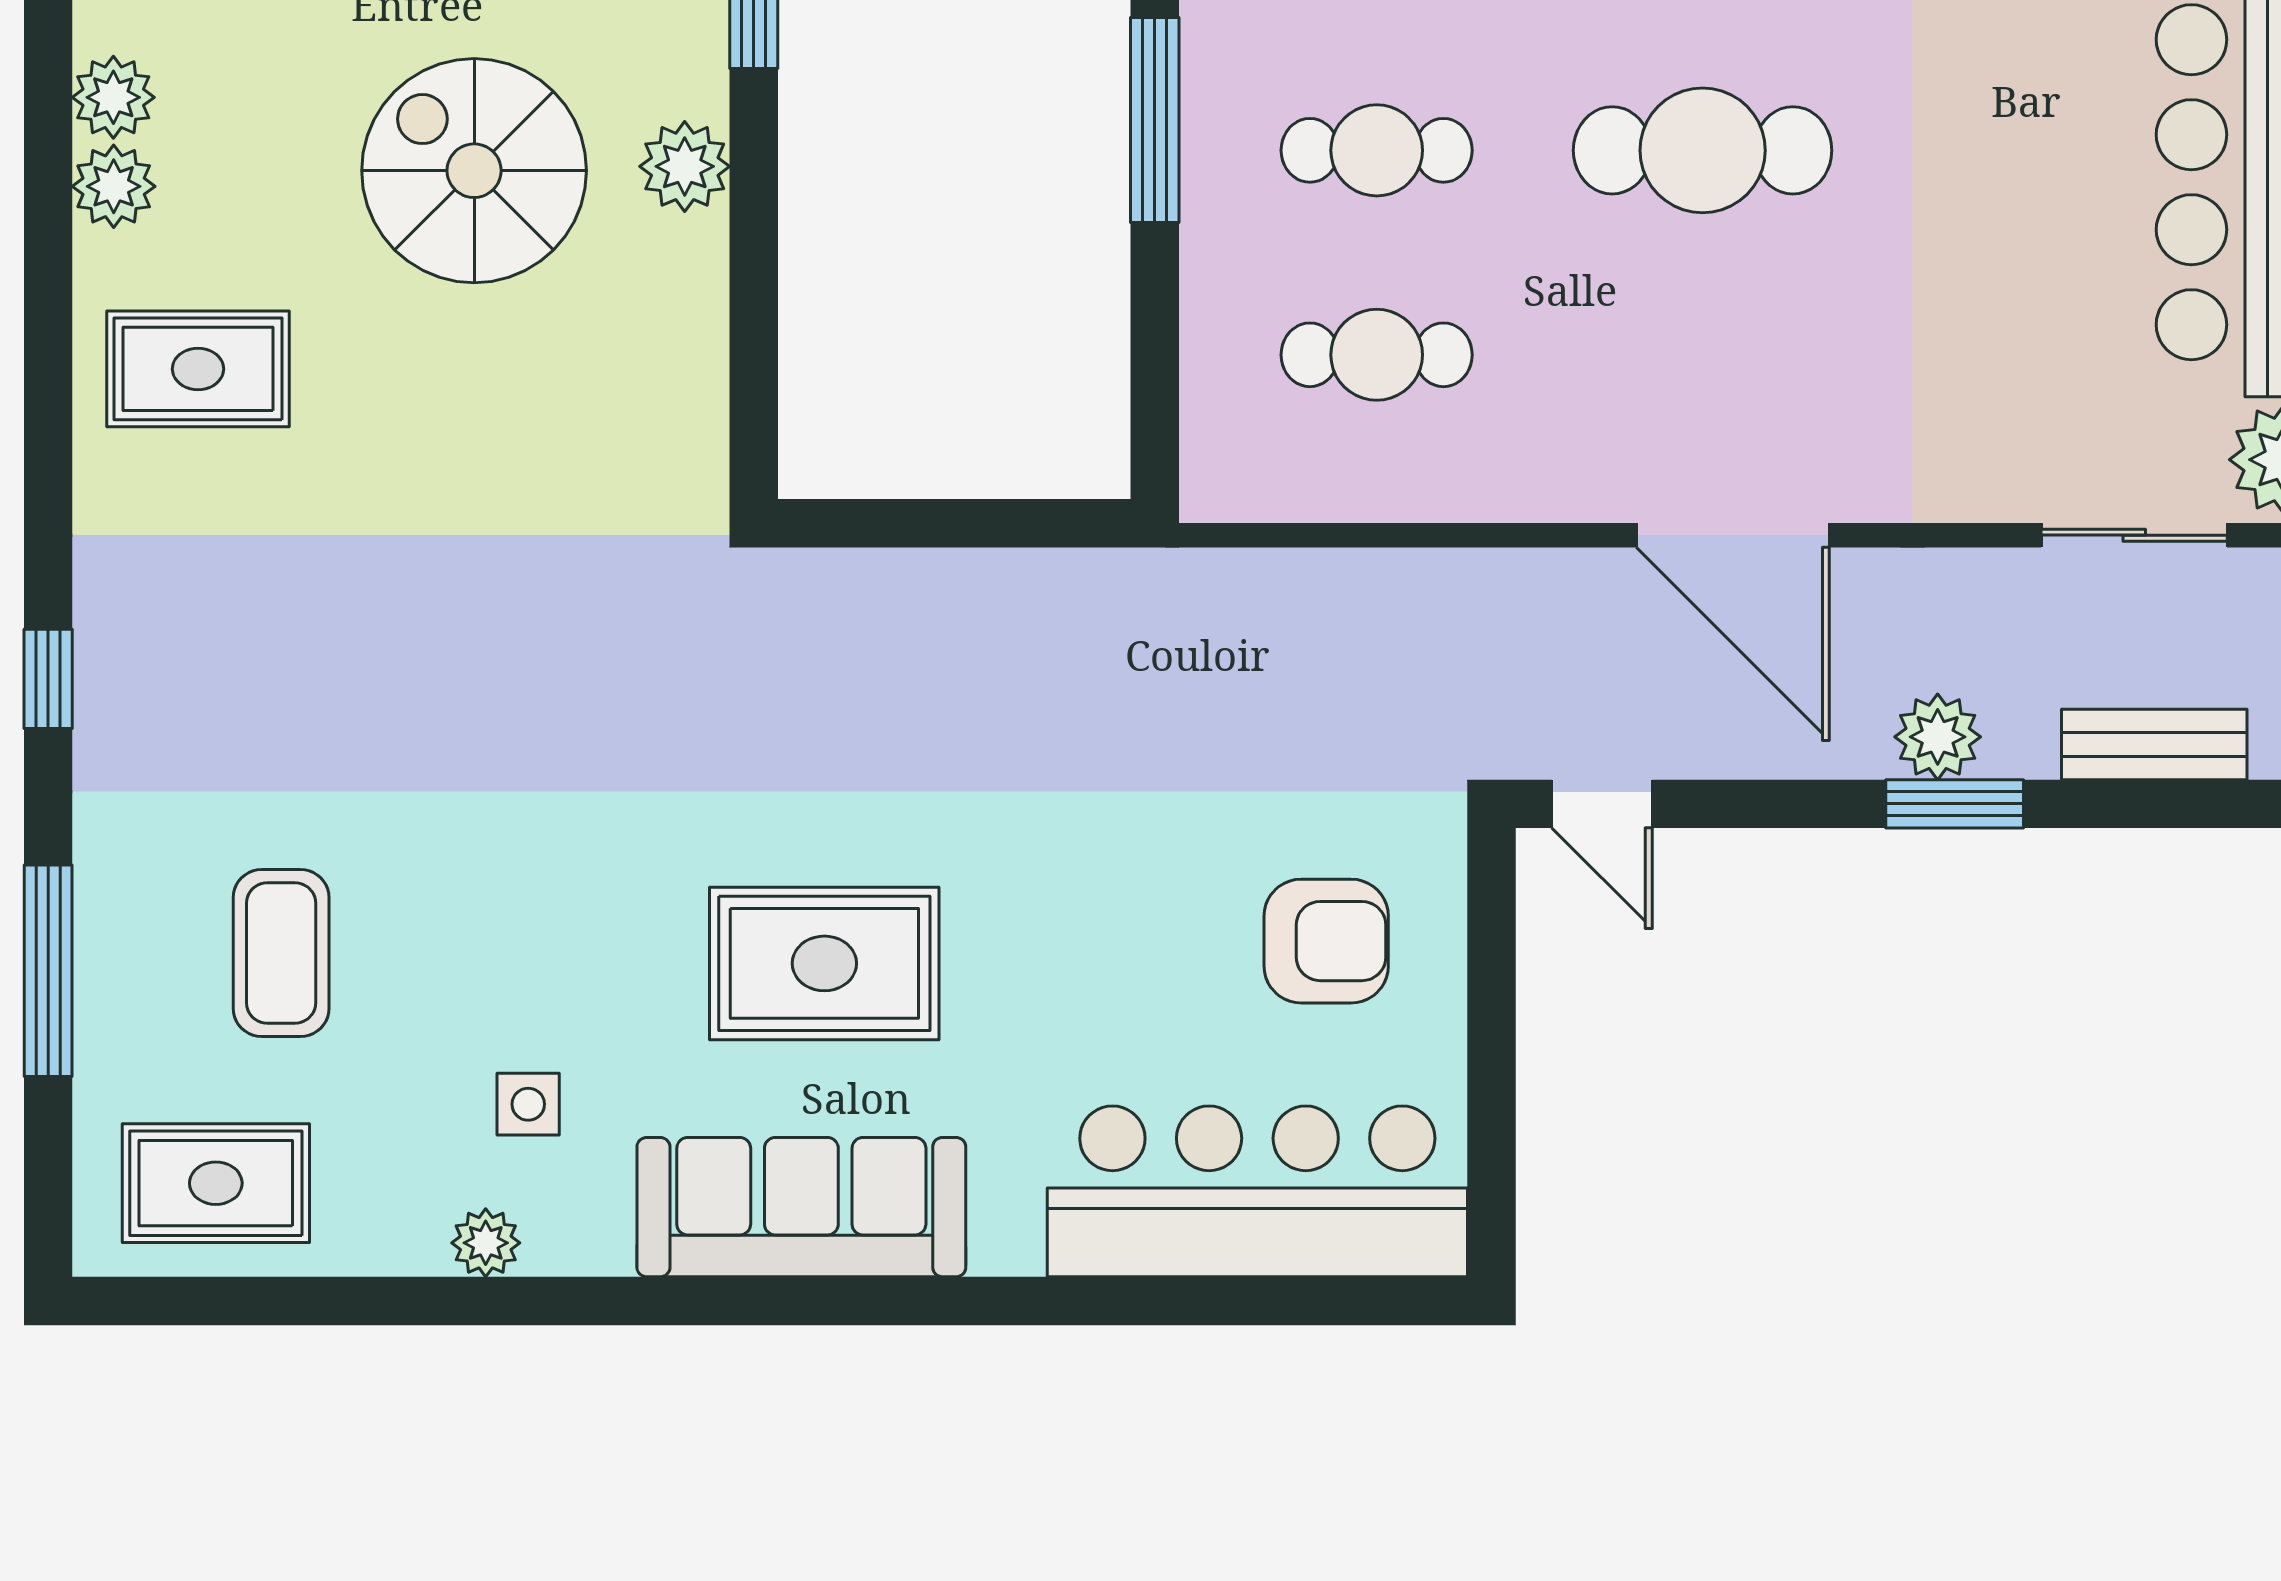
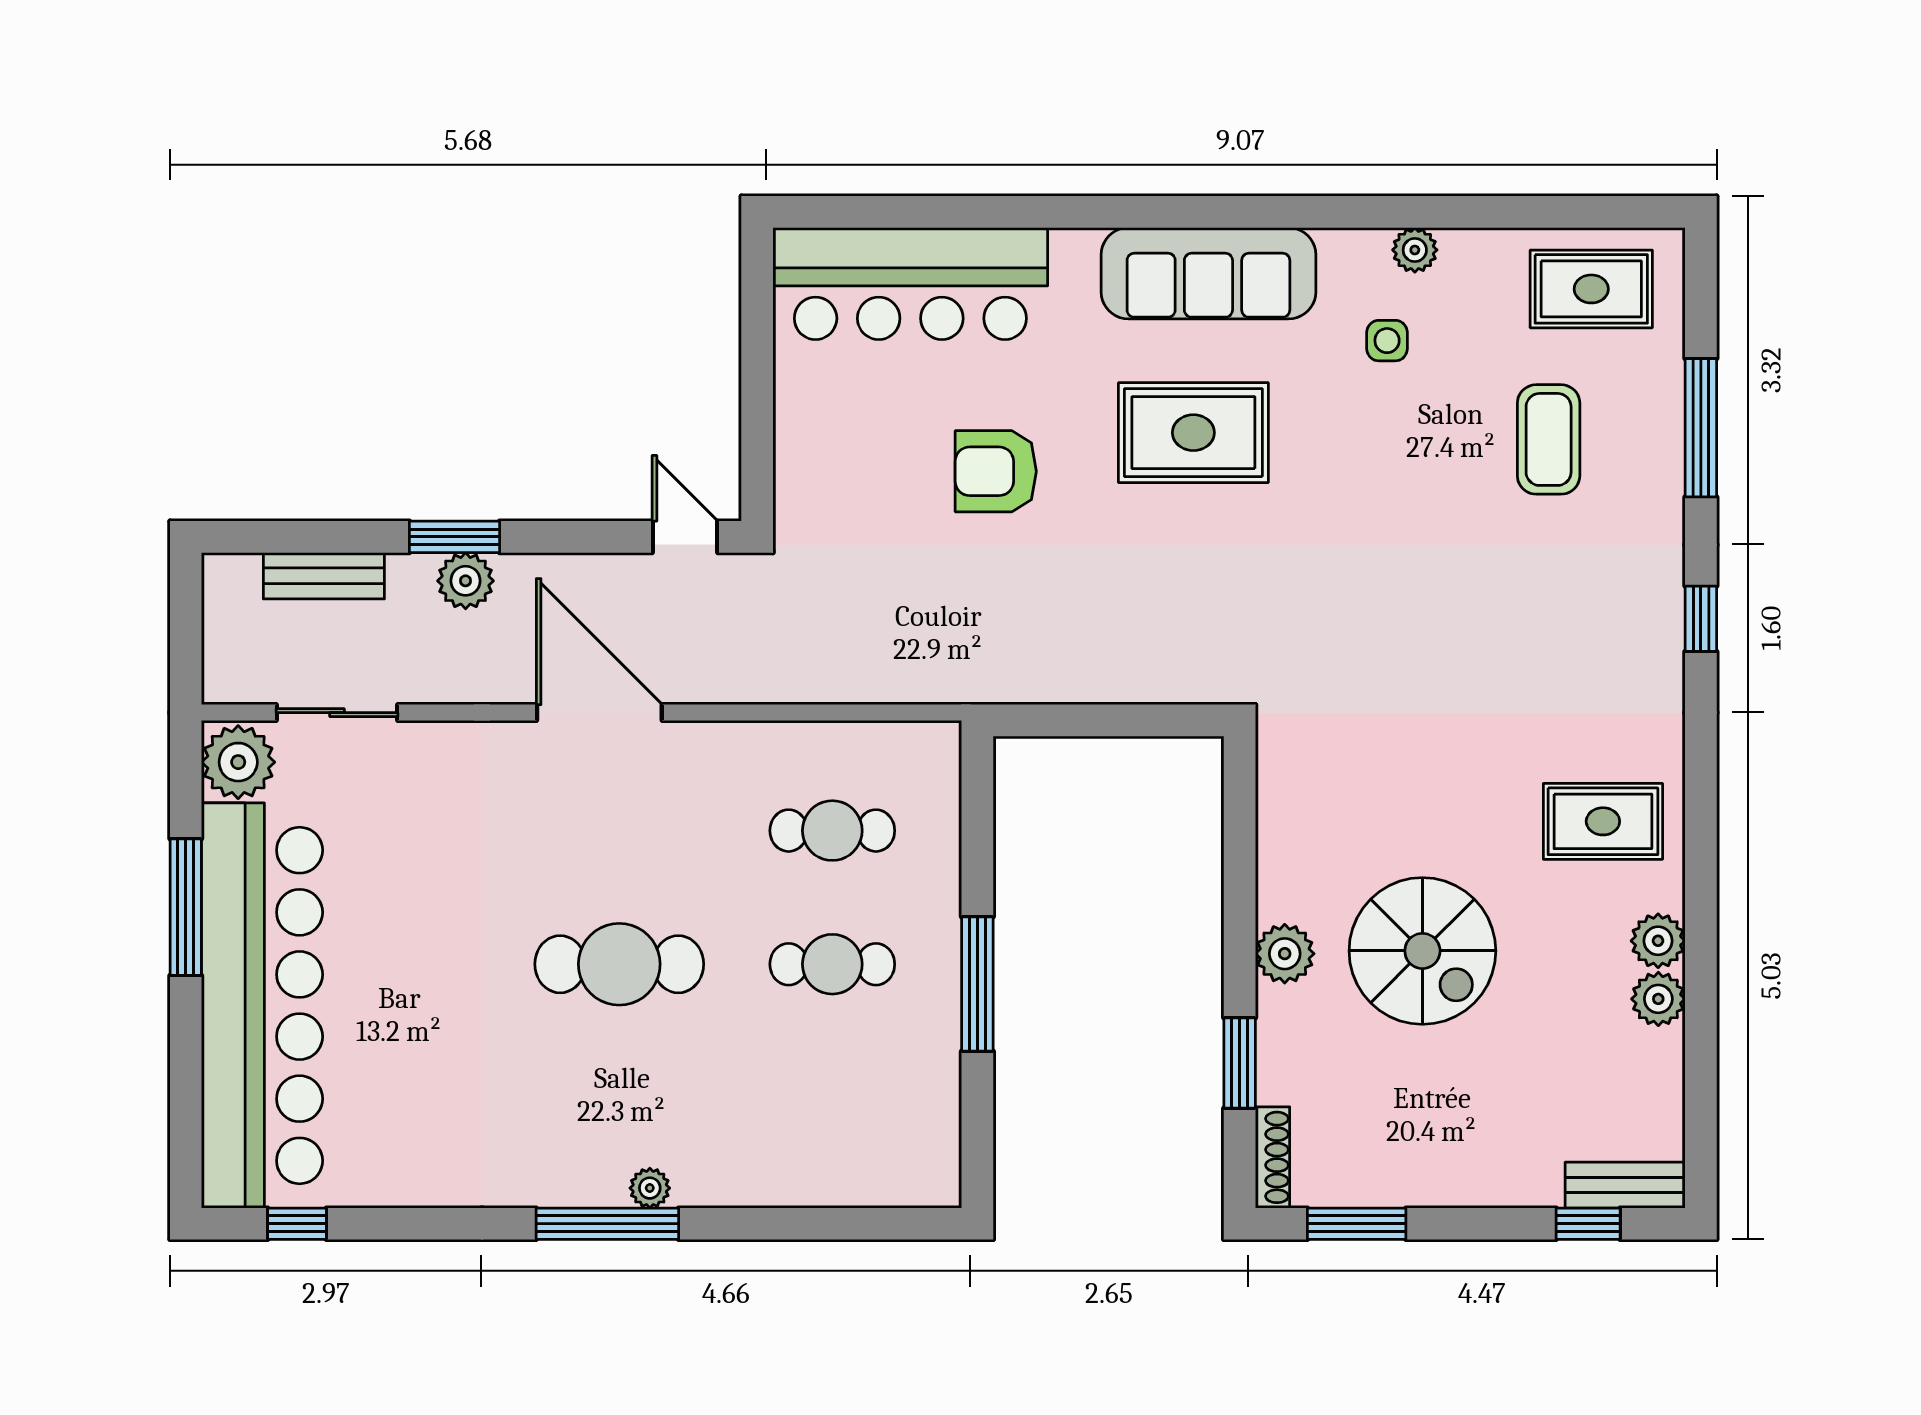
armchair: (1326, 941) -> (996, 471), moved

